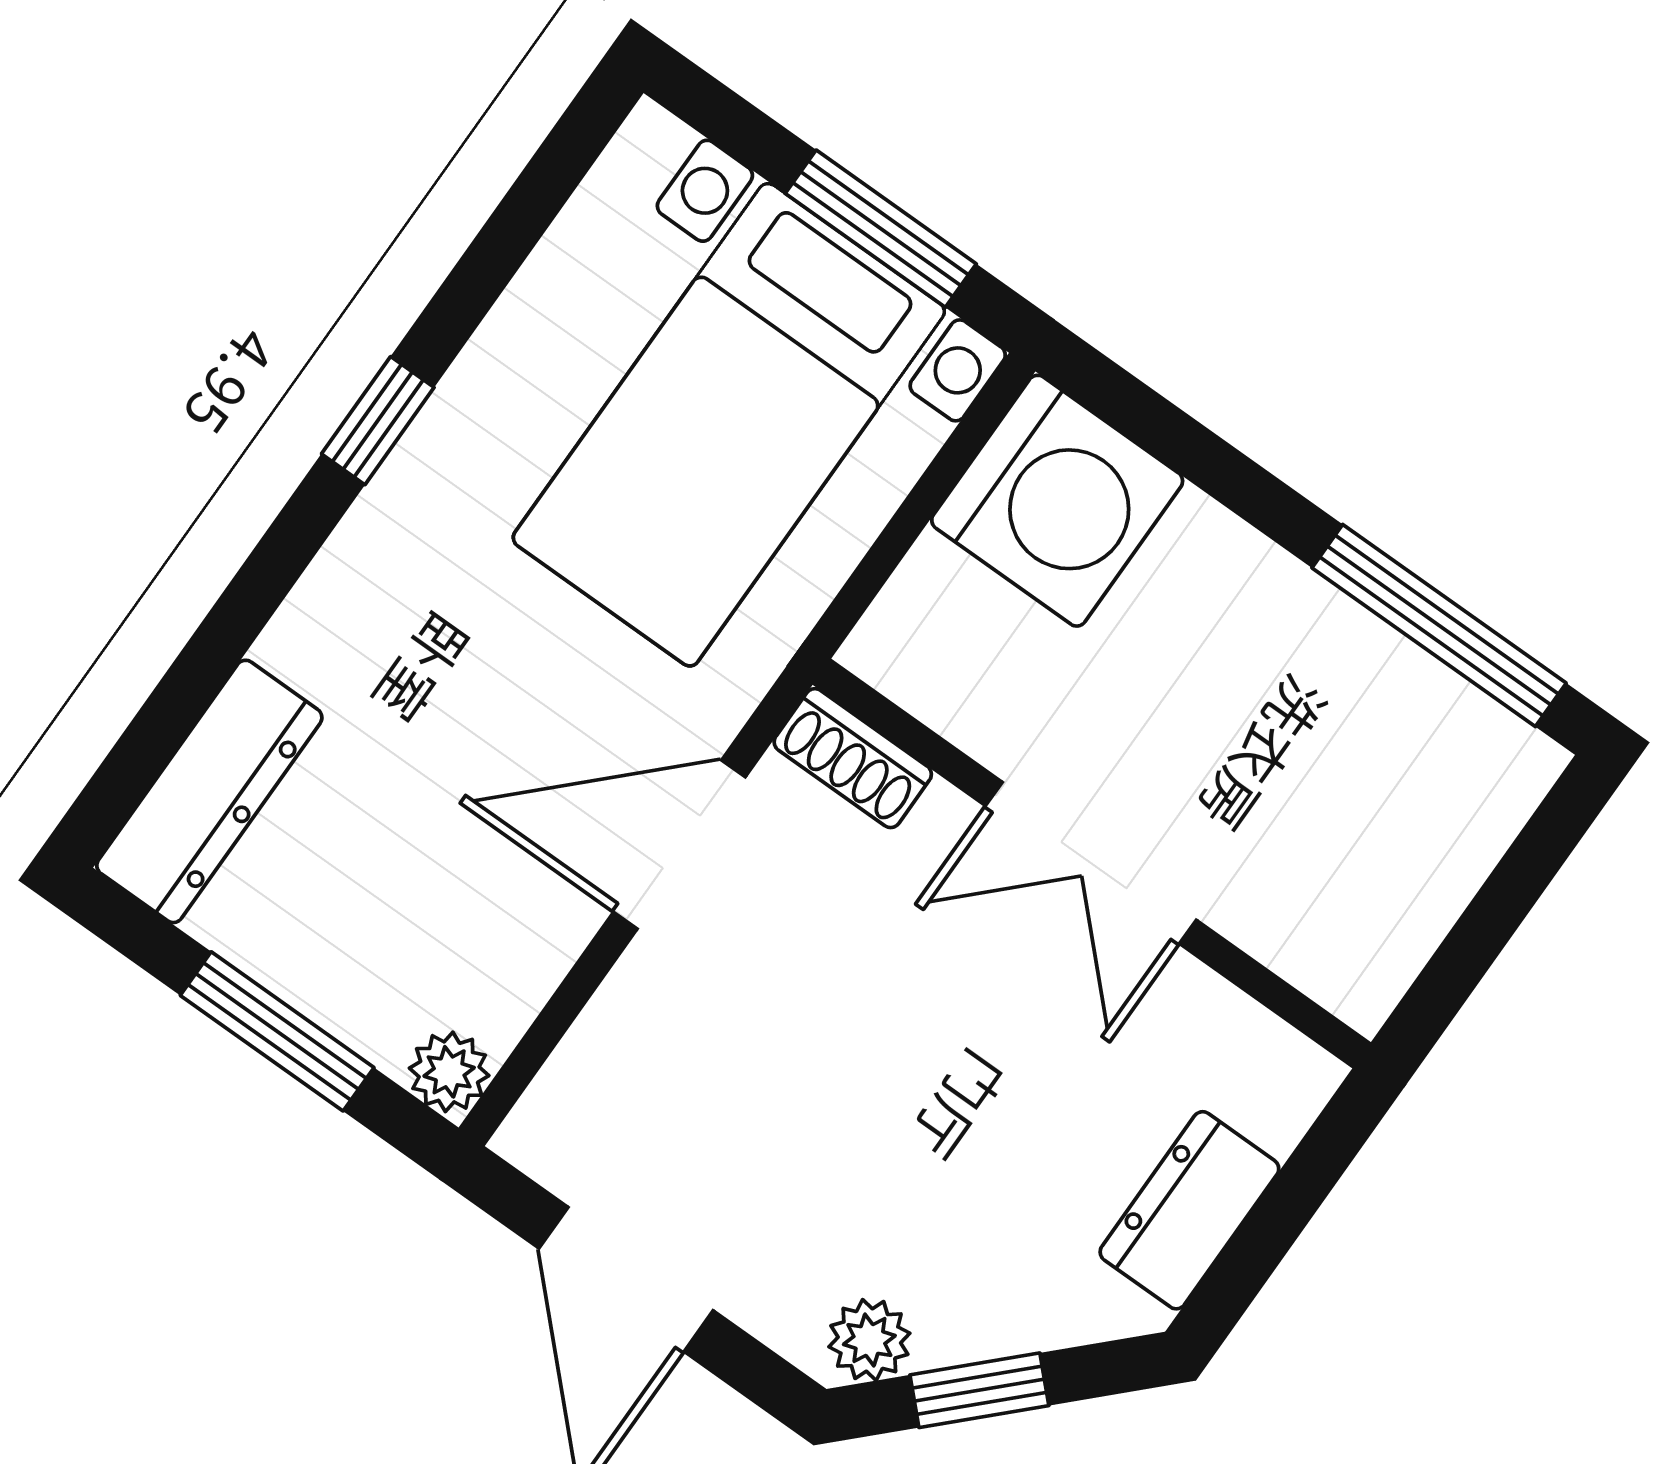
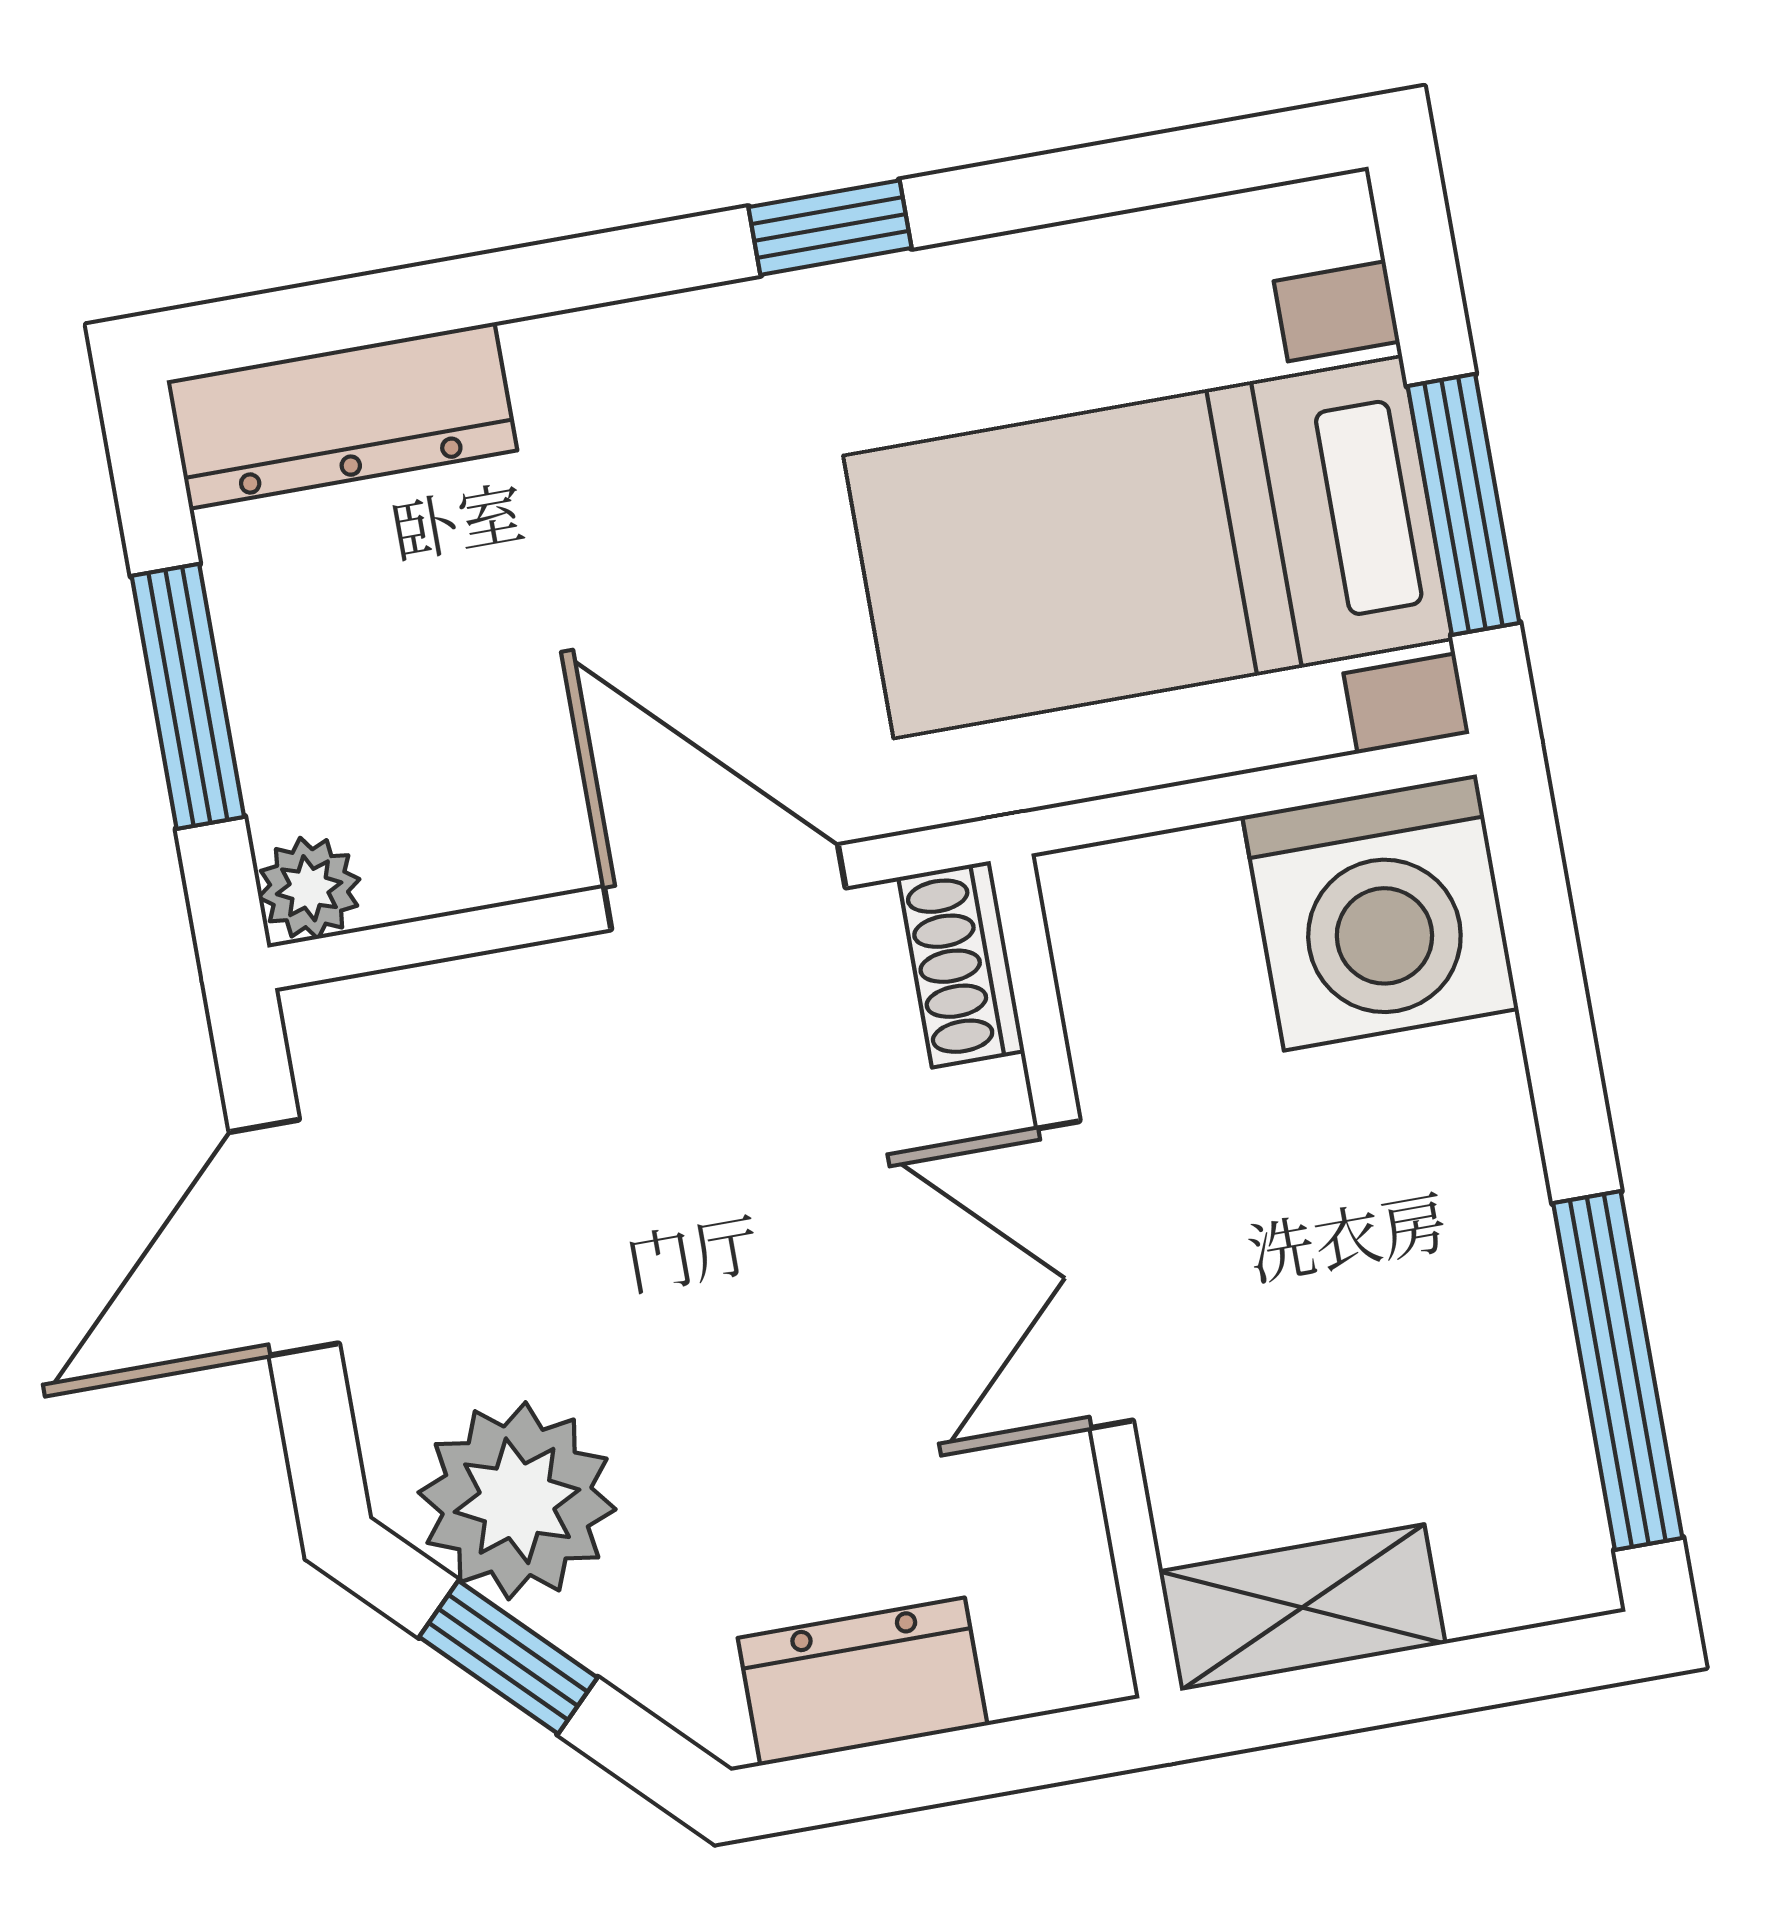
shelving: (1393, 929) -> (1302, 1608), added
plant: (869, 1340) -> (517, 1501), width x1.88, depth x1.88

